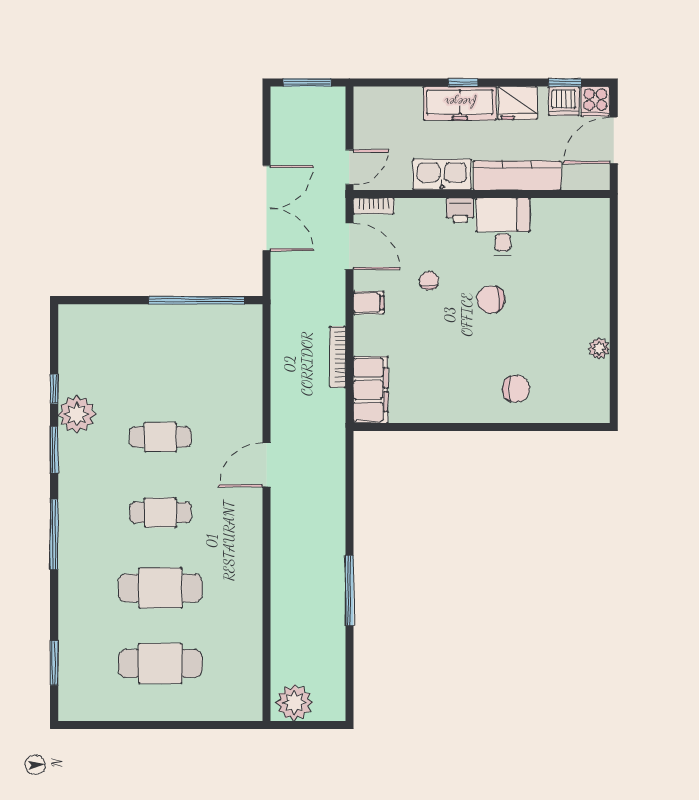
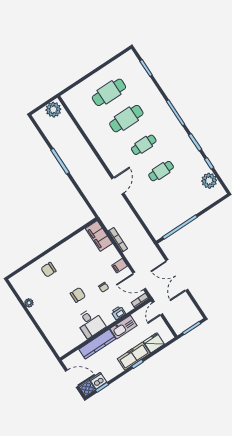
fridge: (518, 103) -> (154, 343), moved
door: (614, 140) -> (72, 379), hinge flipped
printer: (460, 210) -> (118, 313), moved
plant: (77, 414) -> (209, 181), moved

